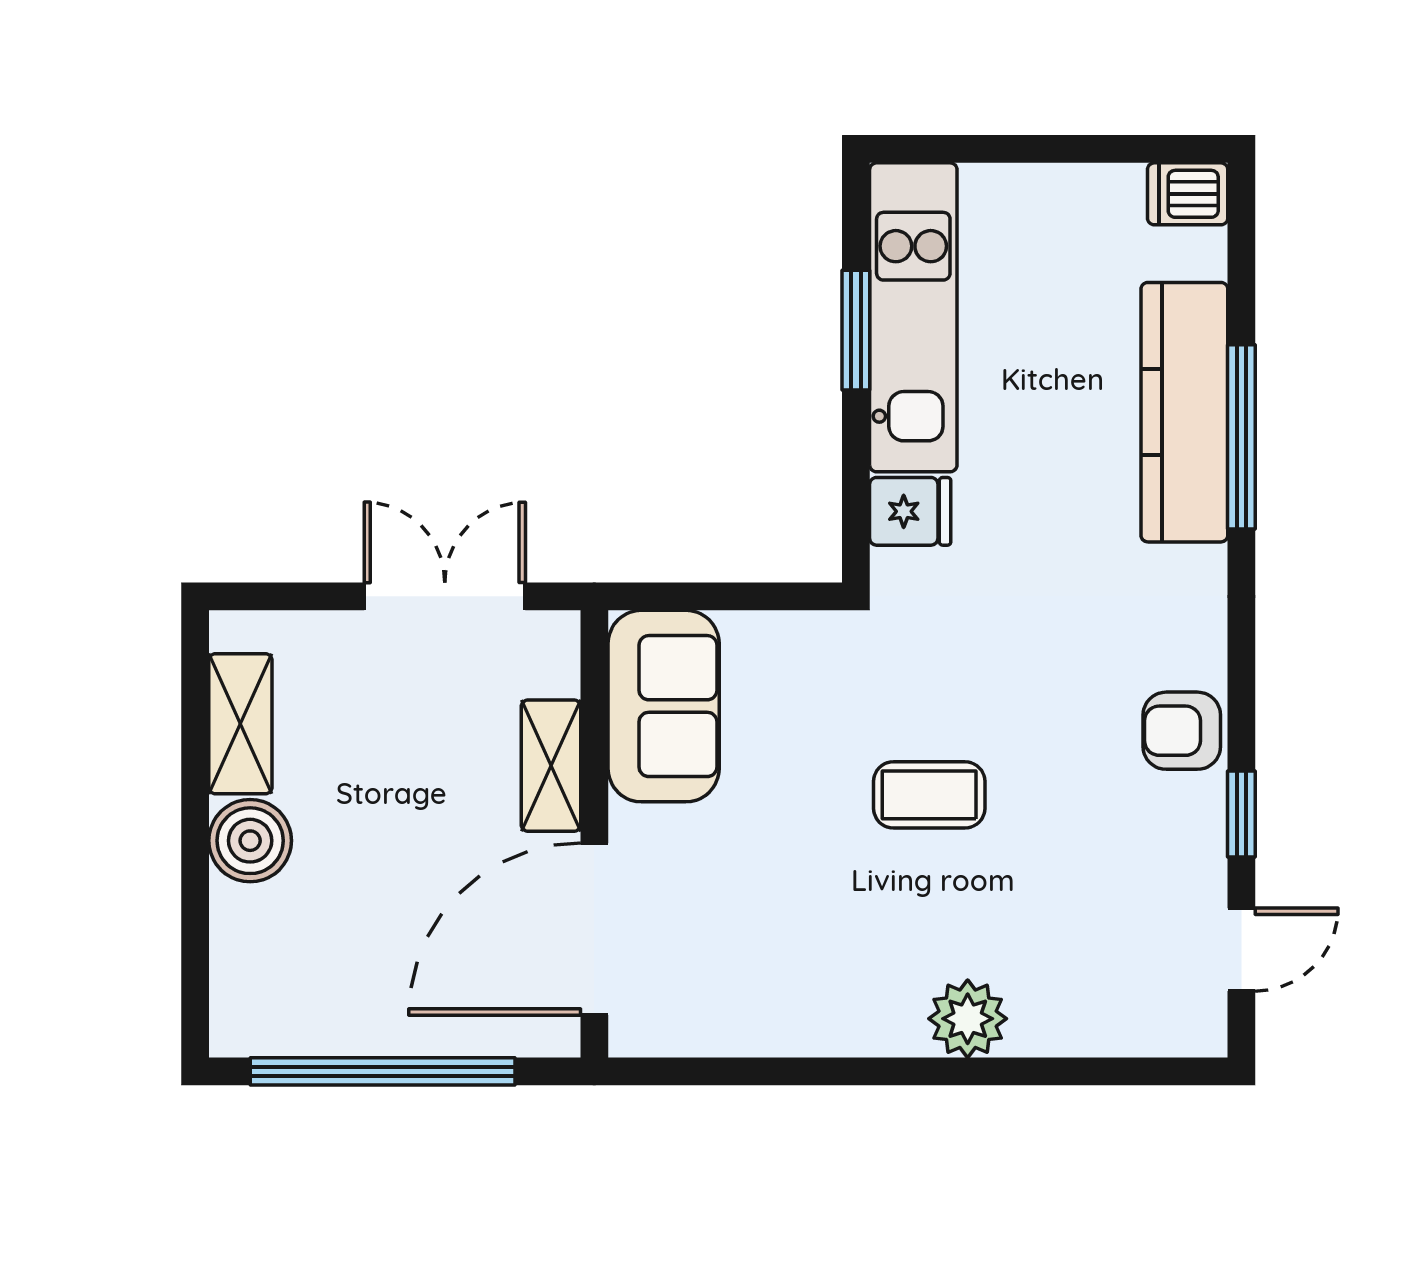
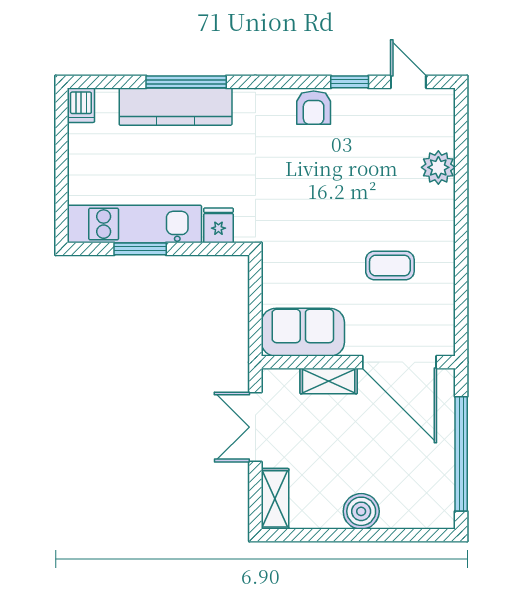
shelving: (240, 724) -> (275, 499), moved, turned 90
coffee table: (929, 795) -> (390, 265), moved, turned 90
plant: (968, 1019) -> (438, 167), moved

